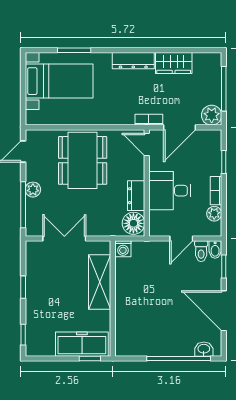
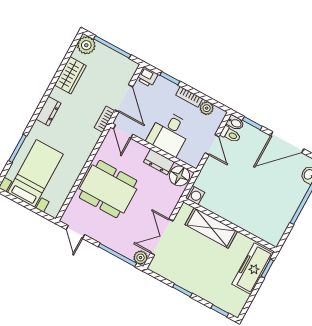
dresser: (133, 61) -> (48, 111), width x0.70
plant: (212, 115) -> (86, 45), moved
printer: (213, 139) -> (147, 77), added
door: (147, 144) -> (123, 132), hinge flipped
plant: (33, 190) -> (141, 258), moved

